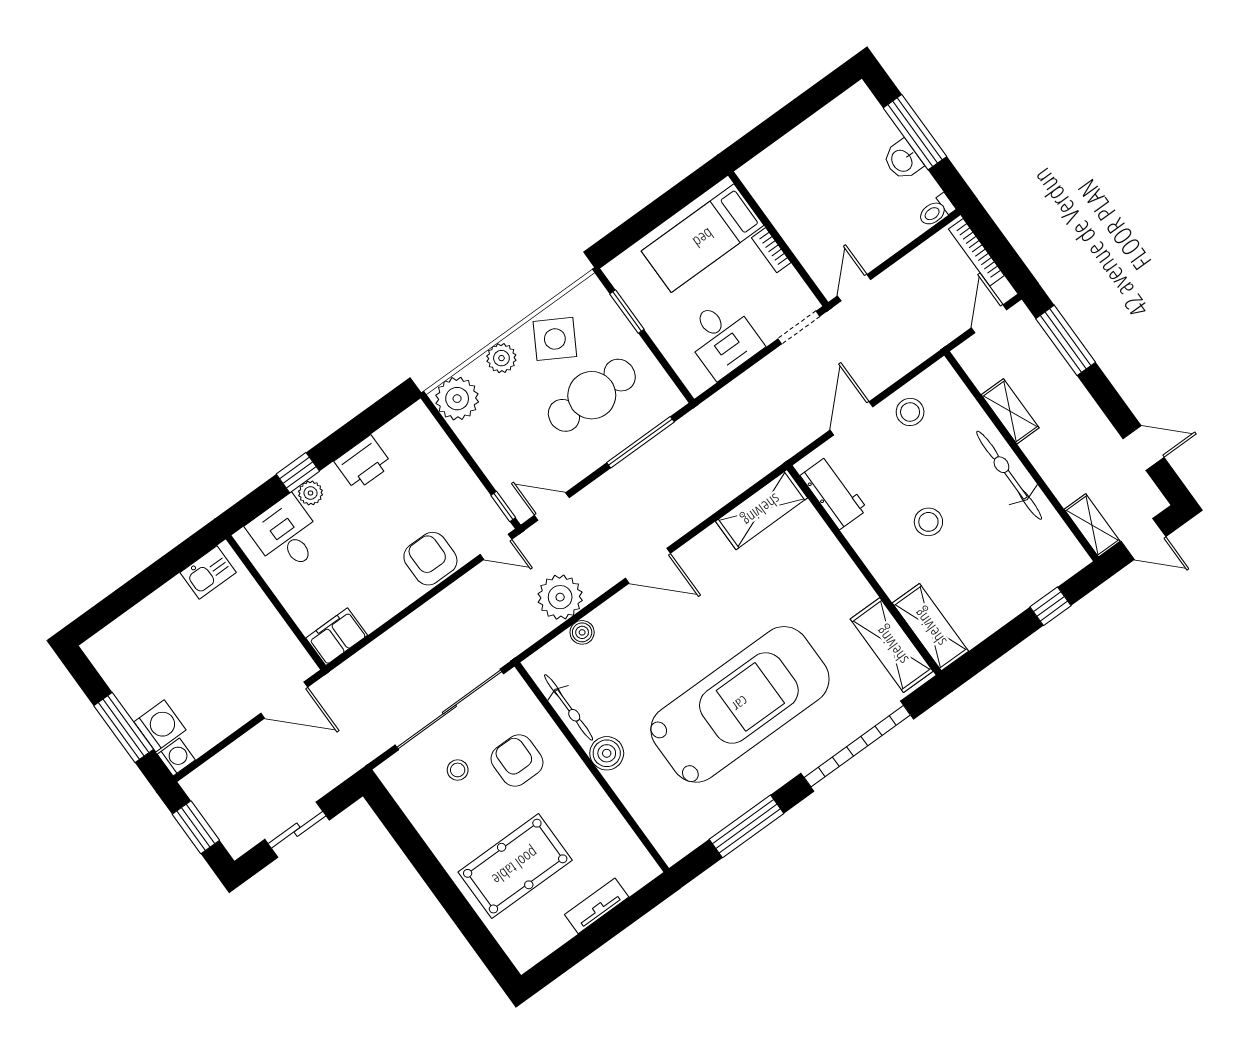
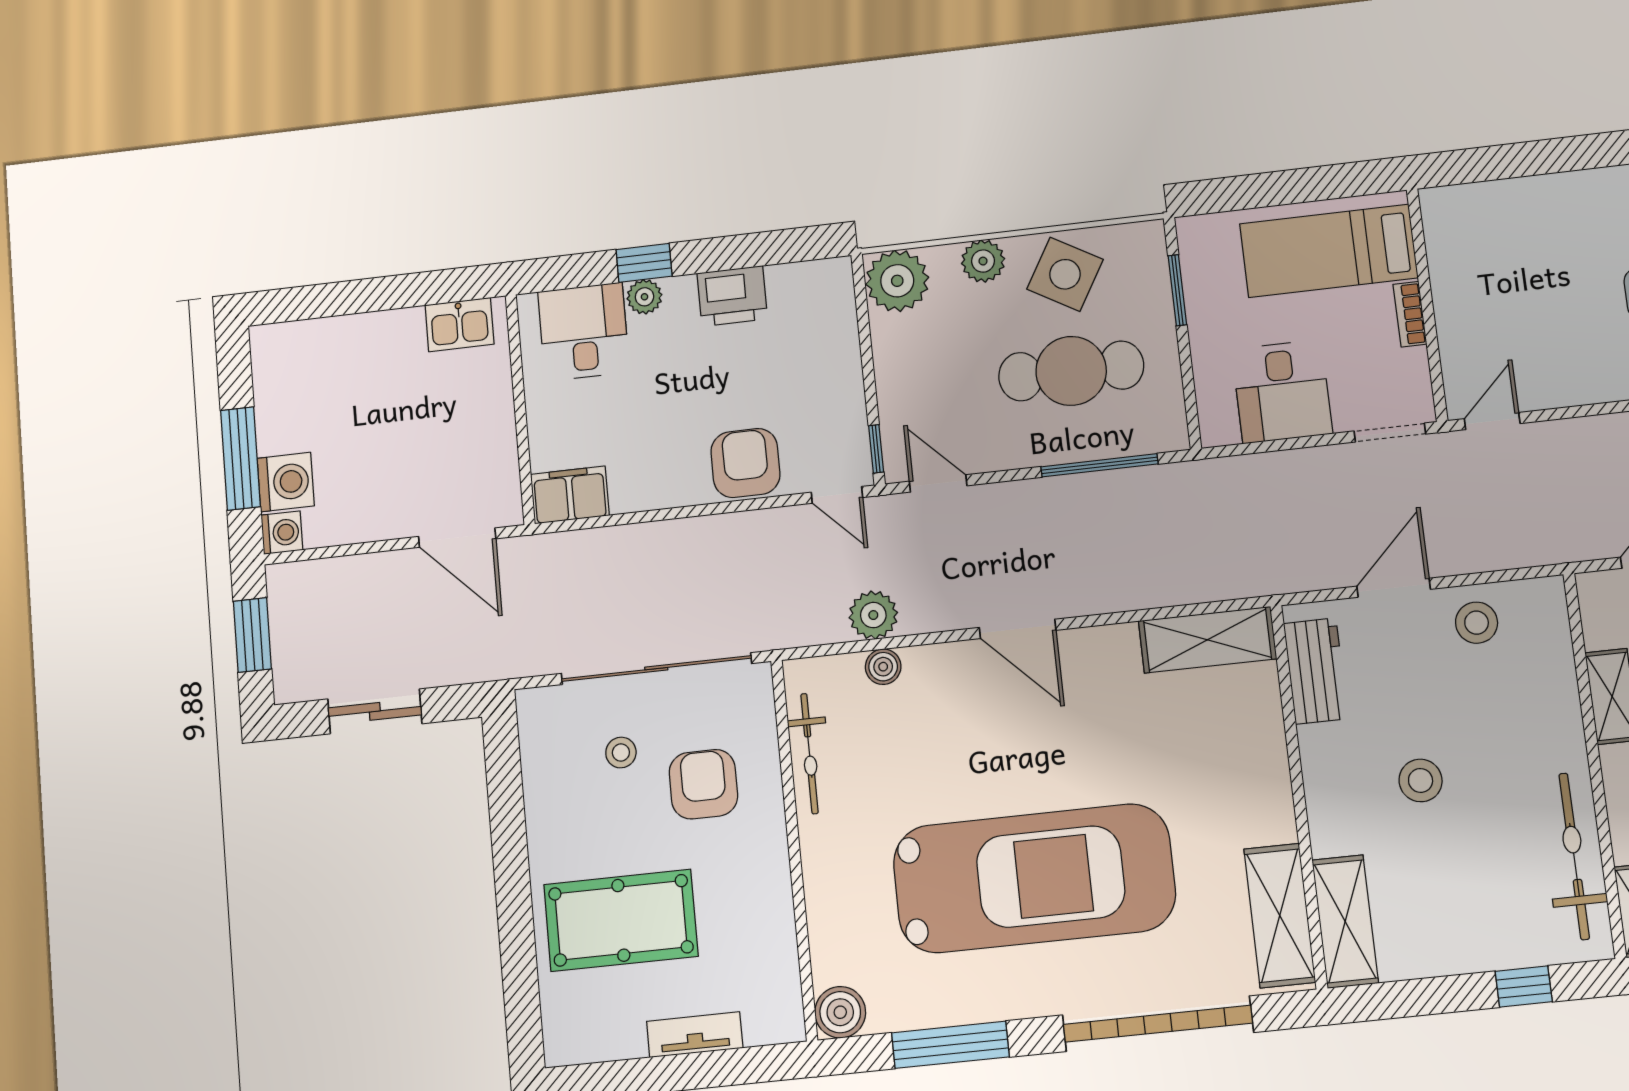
bicycle: (1009, 475) -> (1574, 856), moved
plant: (560, 597) -> (873, 615), width x0.73, depth x0.73
boiler: (607, 753) -> (840, 1012), moved

